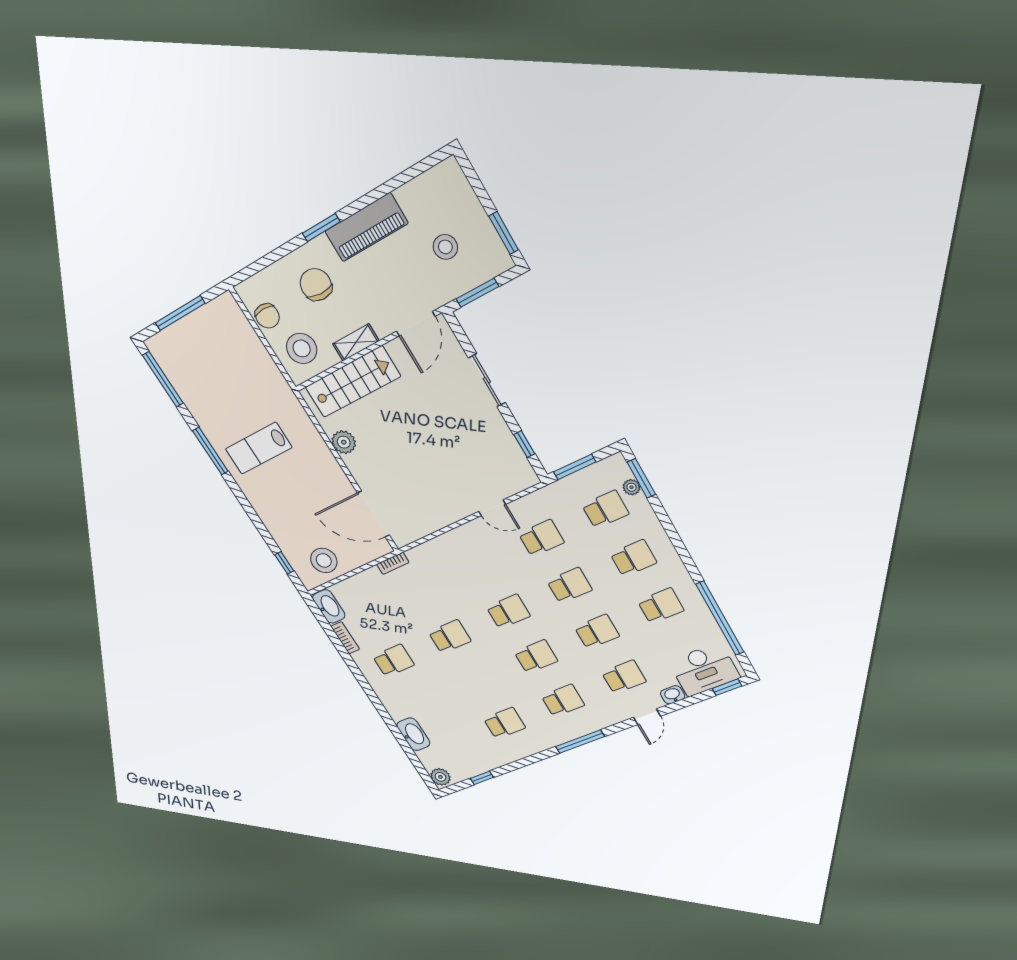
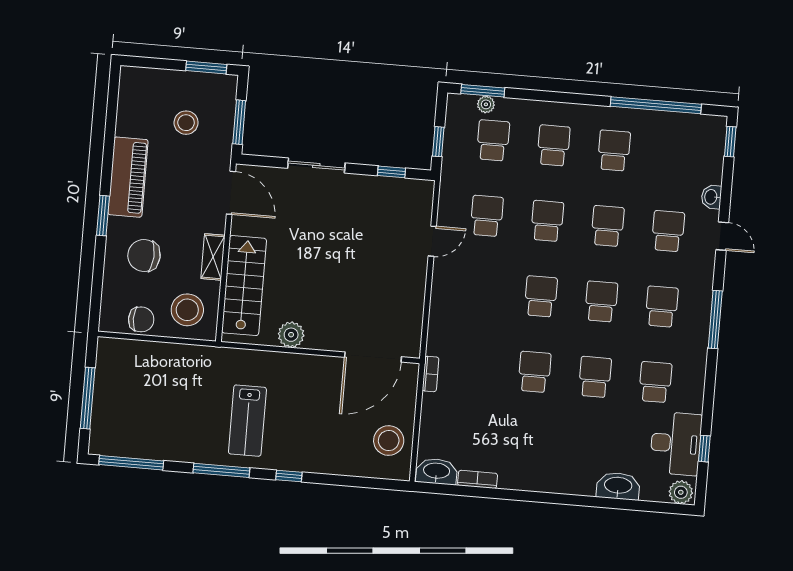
window: (575, 467) -> (438, 142), width x0.67
window: (284, 563) -> (289, 476), moved
school desk: (393, 660) -> (595, 377), moved
desk: (704, 669) -> (676, 444), moved

